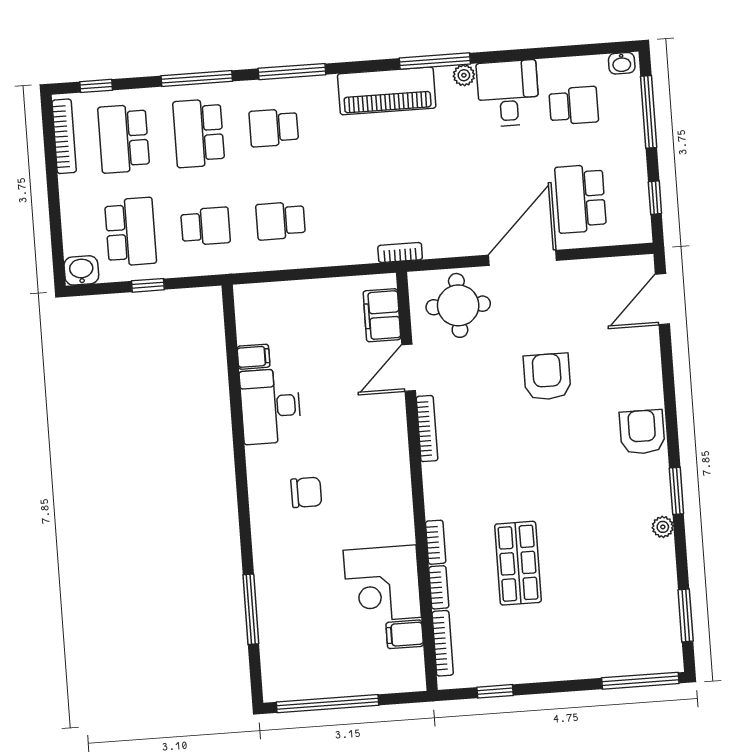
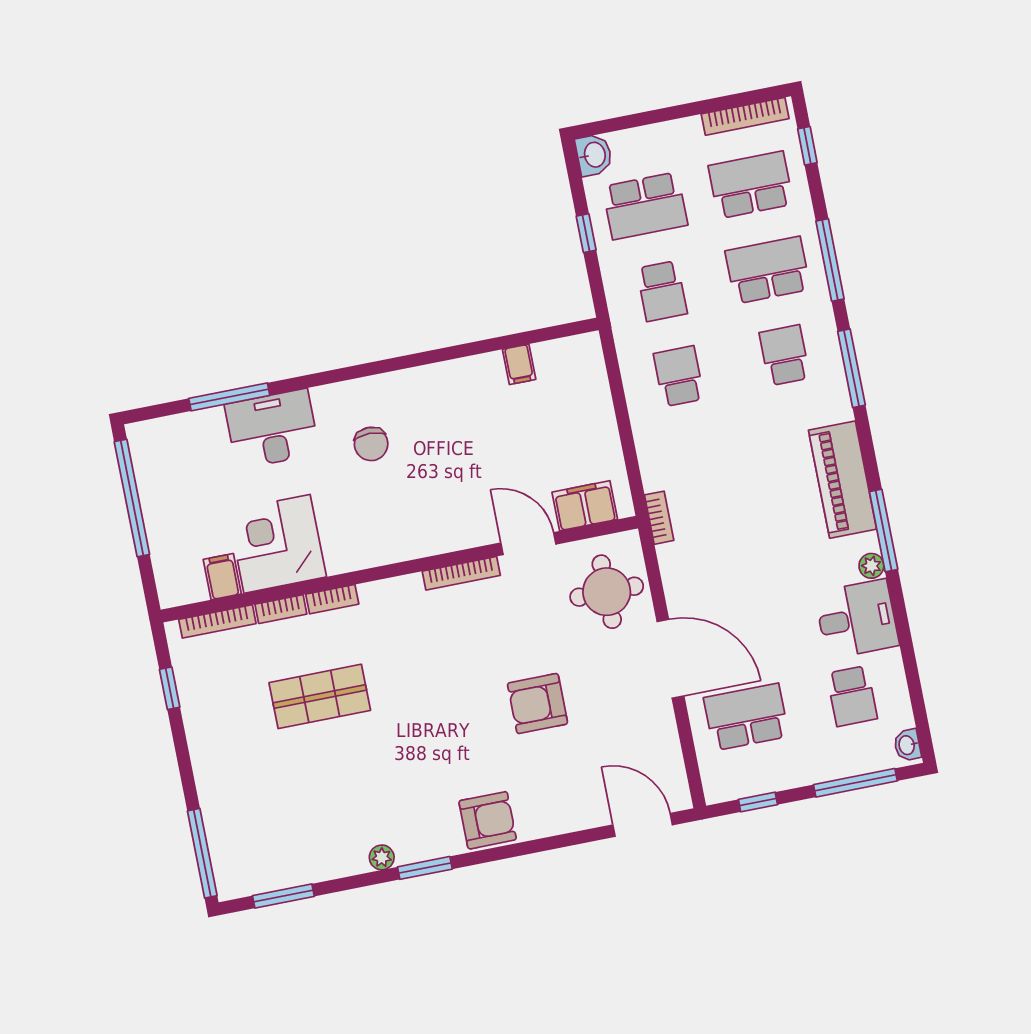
armchair: (547, 377) -> (538, 704), turned 180
desk: (271, 406) -> (272, 429), moved

